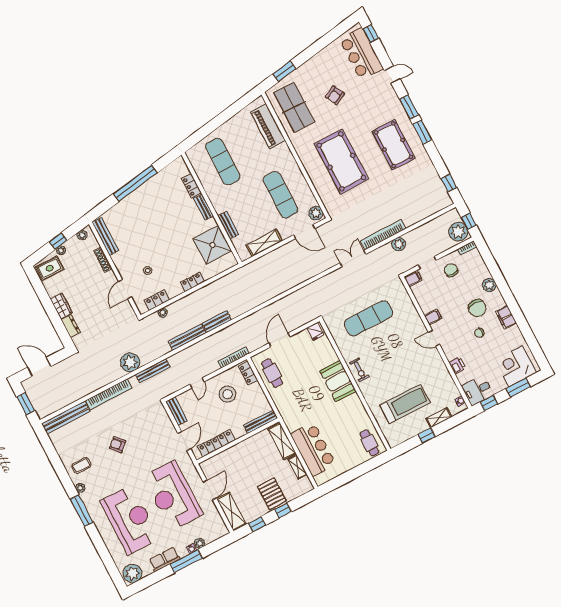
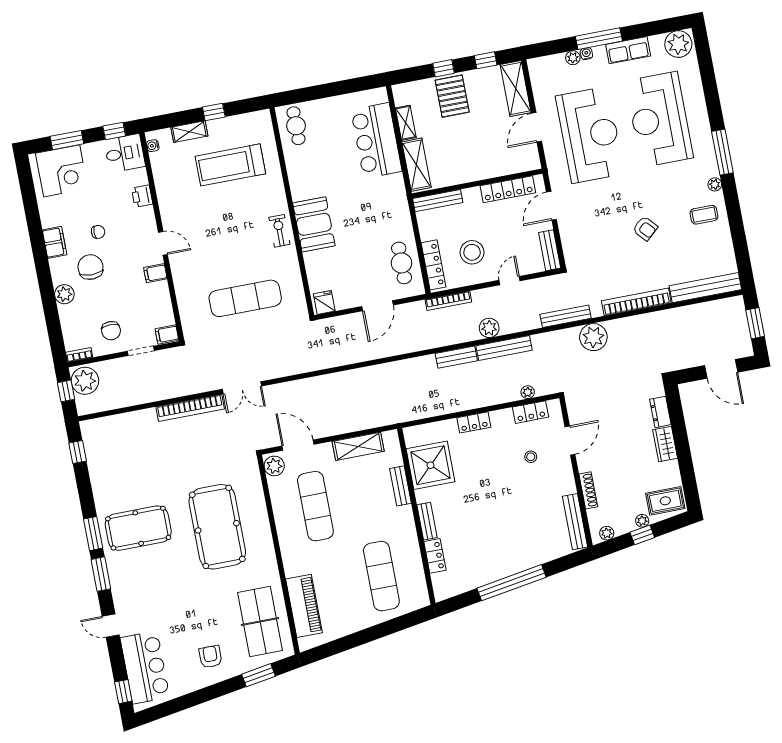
armchair: (335, 95) -> (210, 657), moved, turned -63
pool table: (393, 145) -> (138, 528), turned 90
plant: (399, 244) -> (489, 328), moved
locker: (248, 373) -> (433, 265), width x1.53

